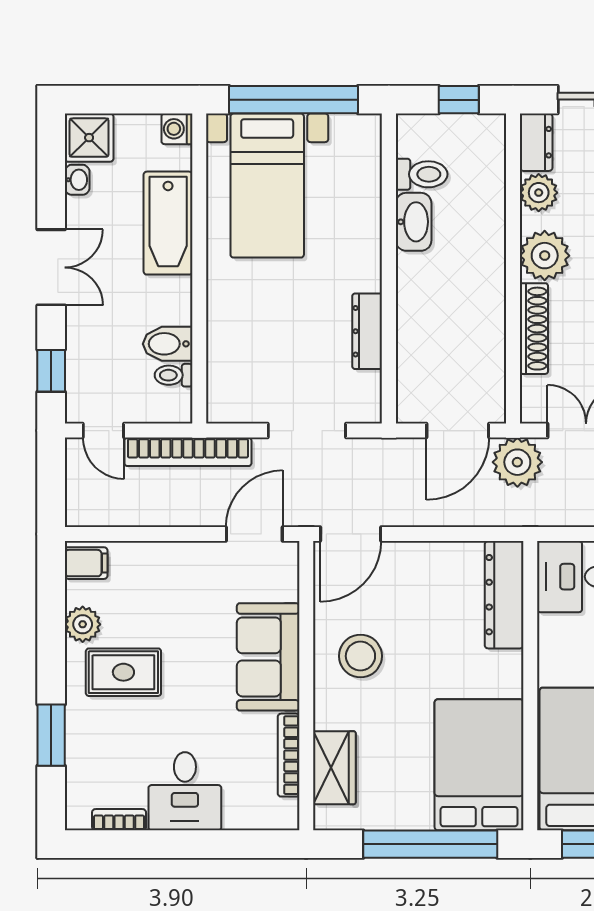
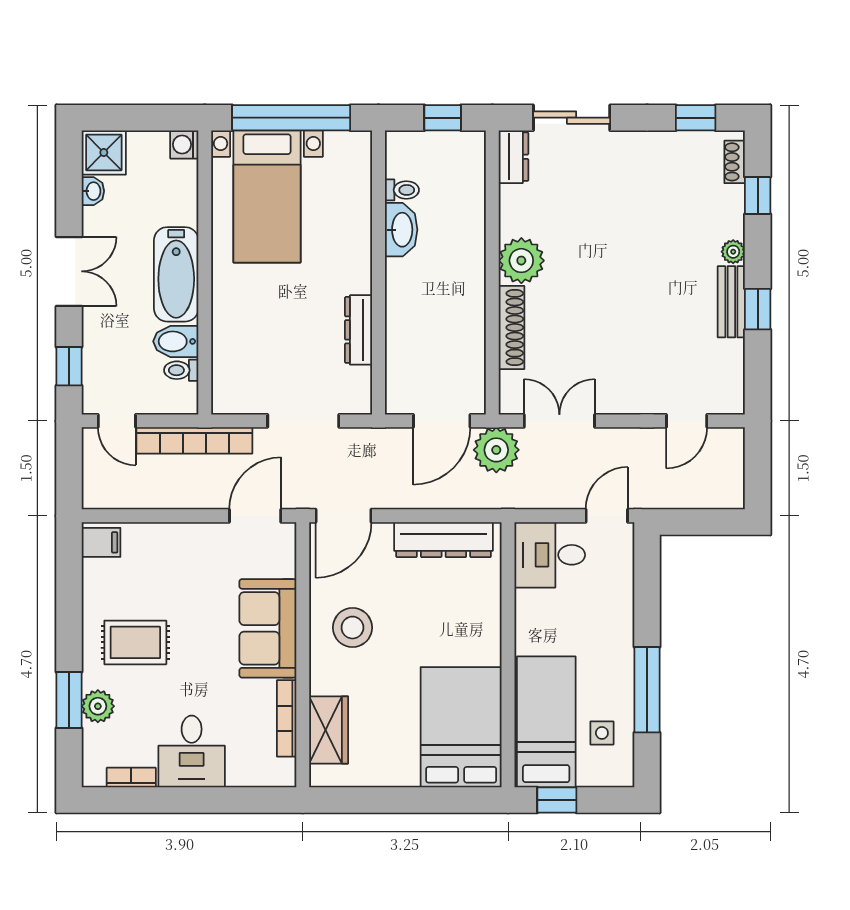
toilet: (422, 174) -> (402, 190), width x0.73, depth x0.72
plant: (539, 193) -> (516, 203), removed
bathtub: (168, 223) -> (176, 274), moved
dresser: (504, 595) -> (444, 540), moved, turned -90
plant: (83, 624) -> (98, 706), moved
window: (430, 844) -> (416, 800), removed

